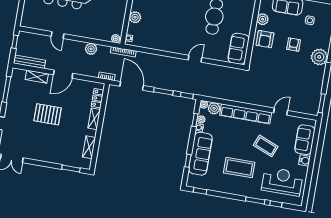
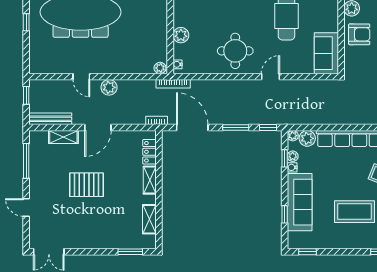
round table: (173, 36) -> (235, 51), added
armchair: (265, 39) -> (359, 34), turned -90
plant: (91, 49) -> (109, 87), moved

